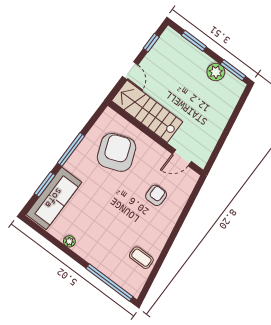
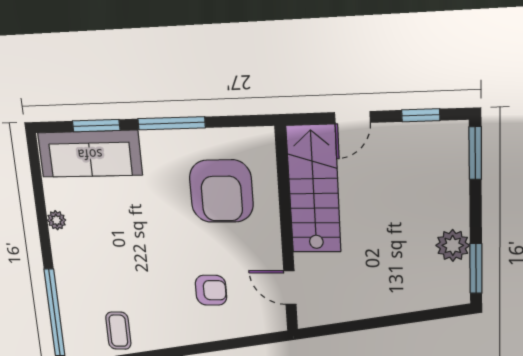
window: (194, 41) -> (475, 153), moved
armchair: (117, 152) -> (221, 191), turned 111

